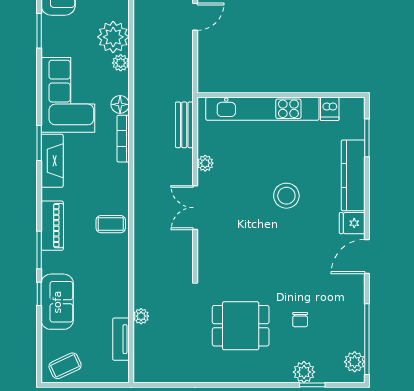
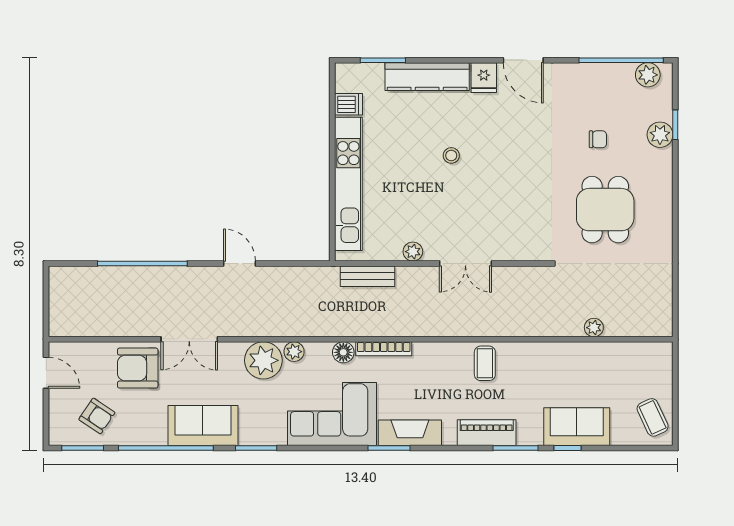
stool: (286, 196) -> (451, 155), width x0.53, depth x0.53
tv unit: (121, 339) -> (621, 351), removed

